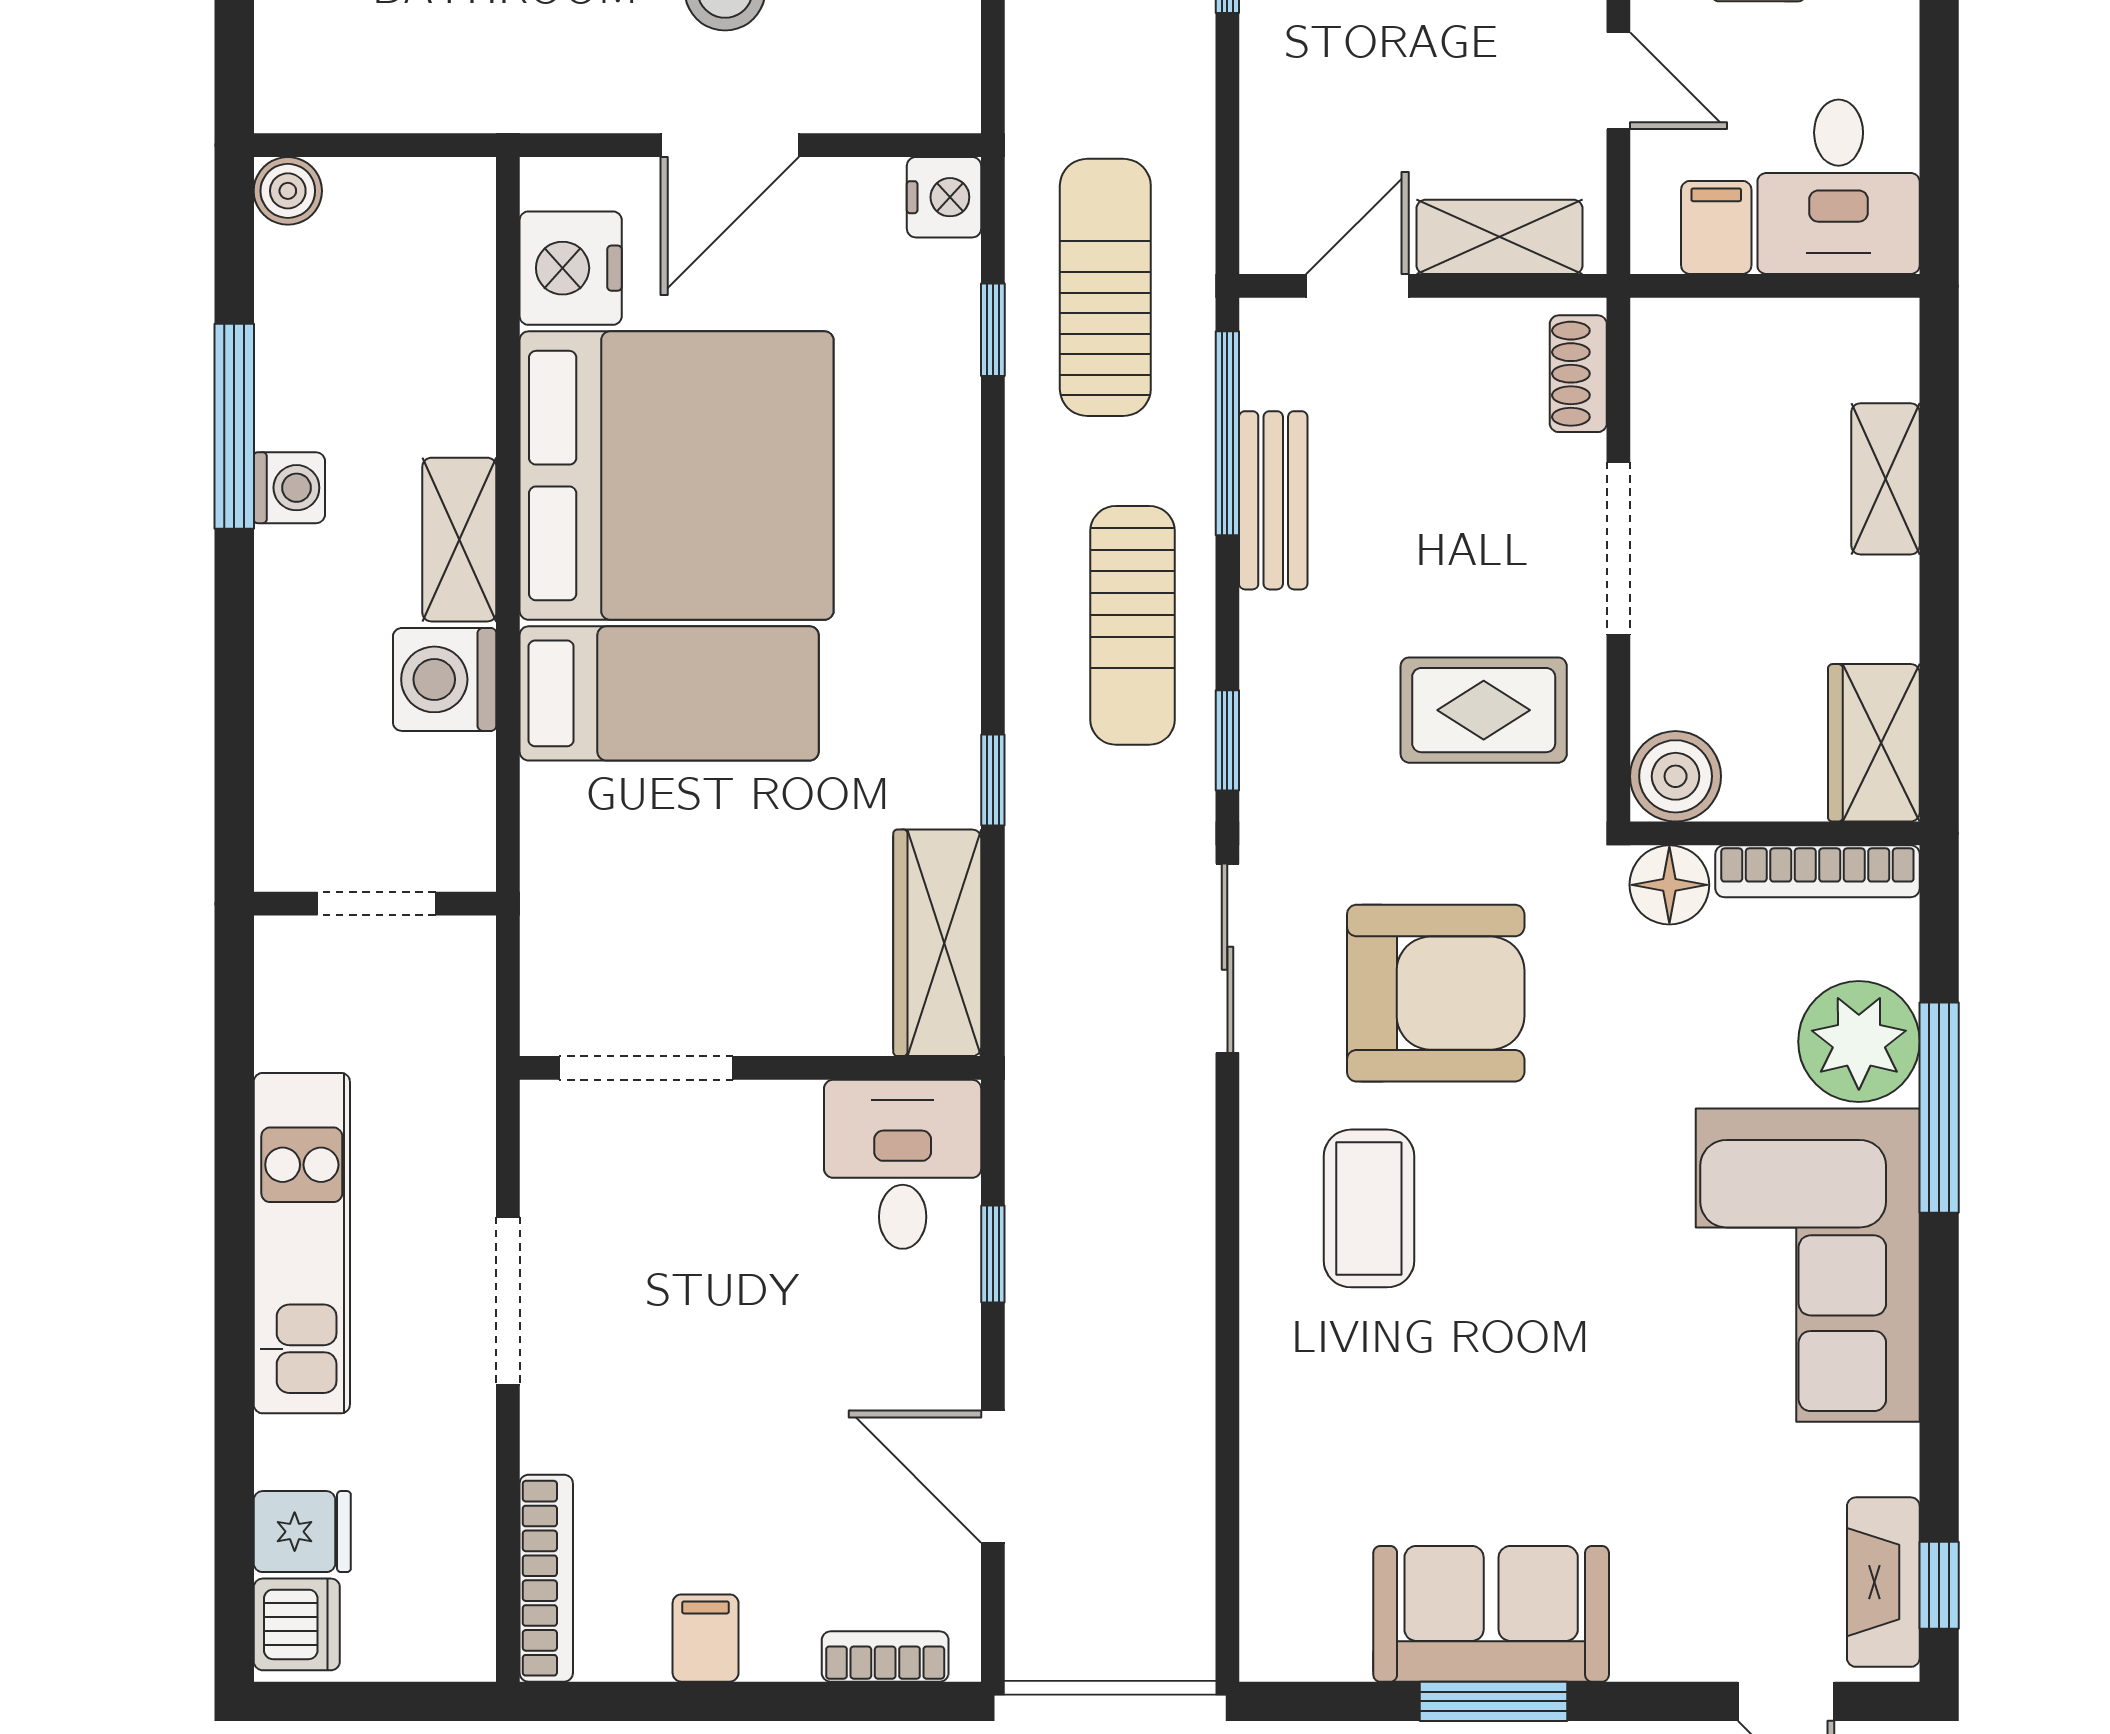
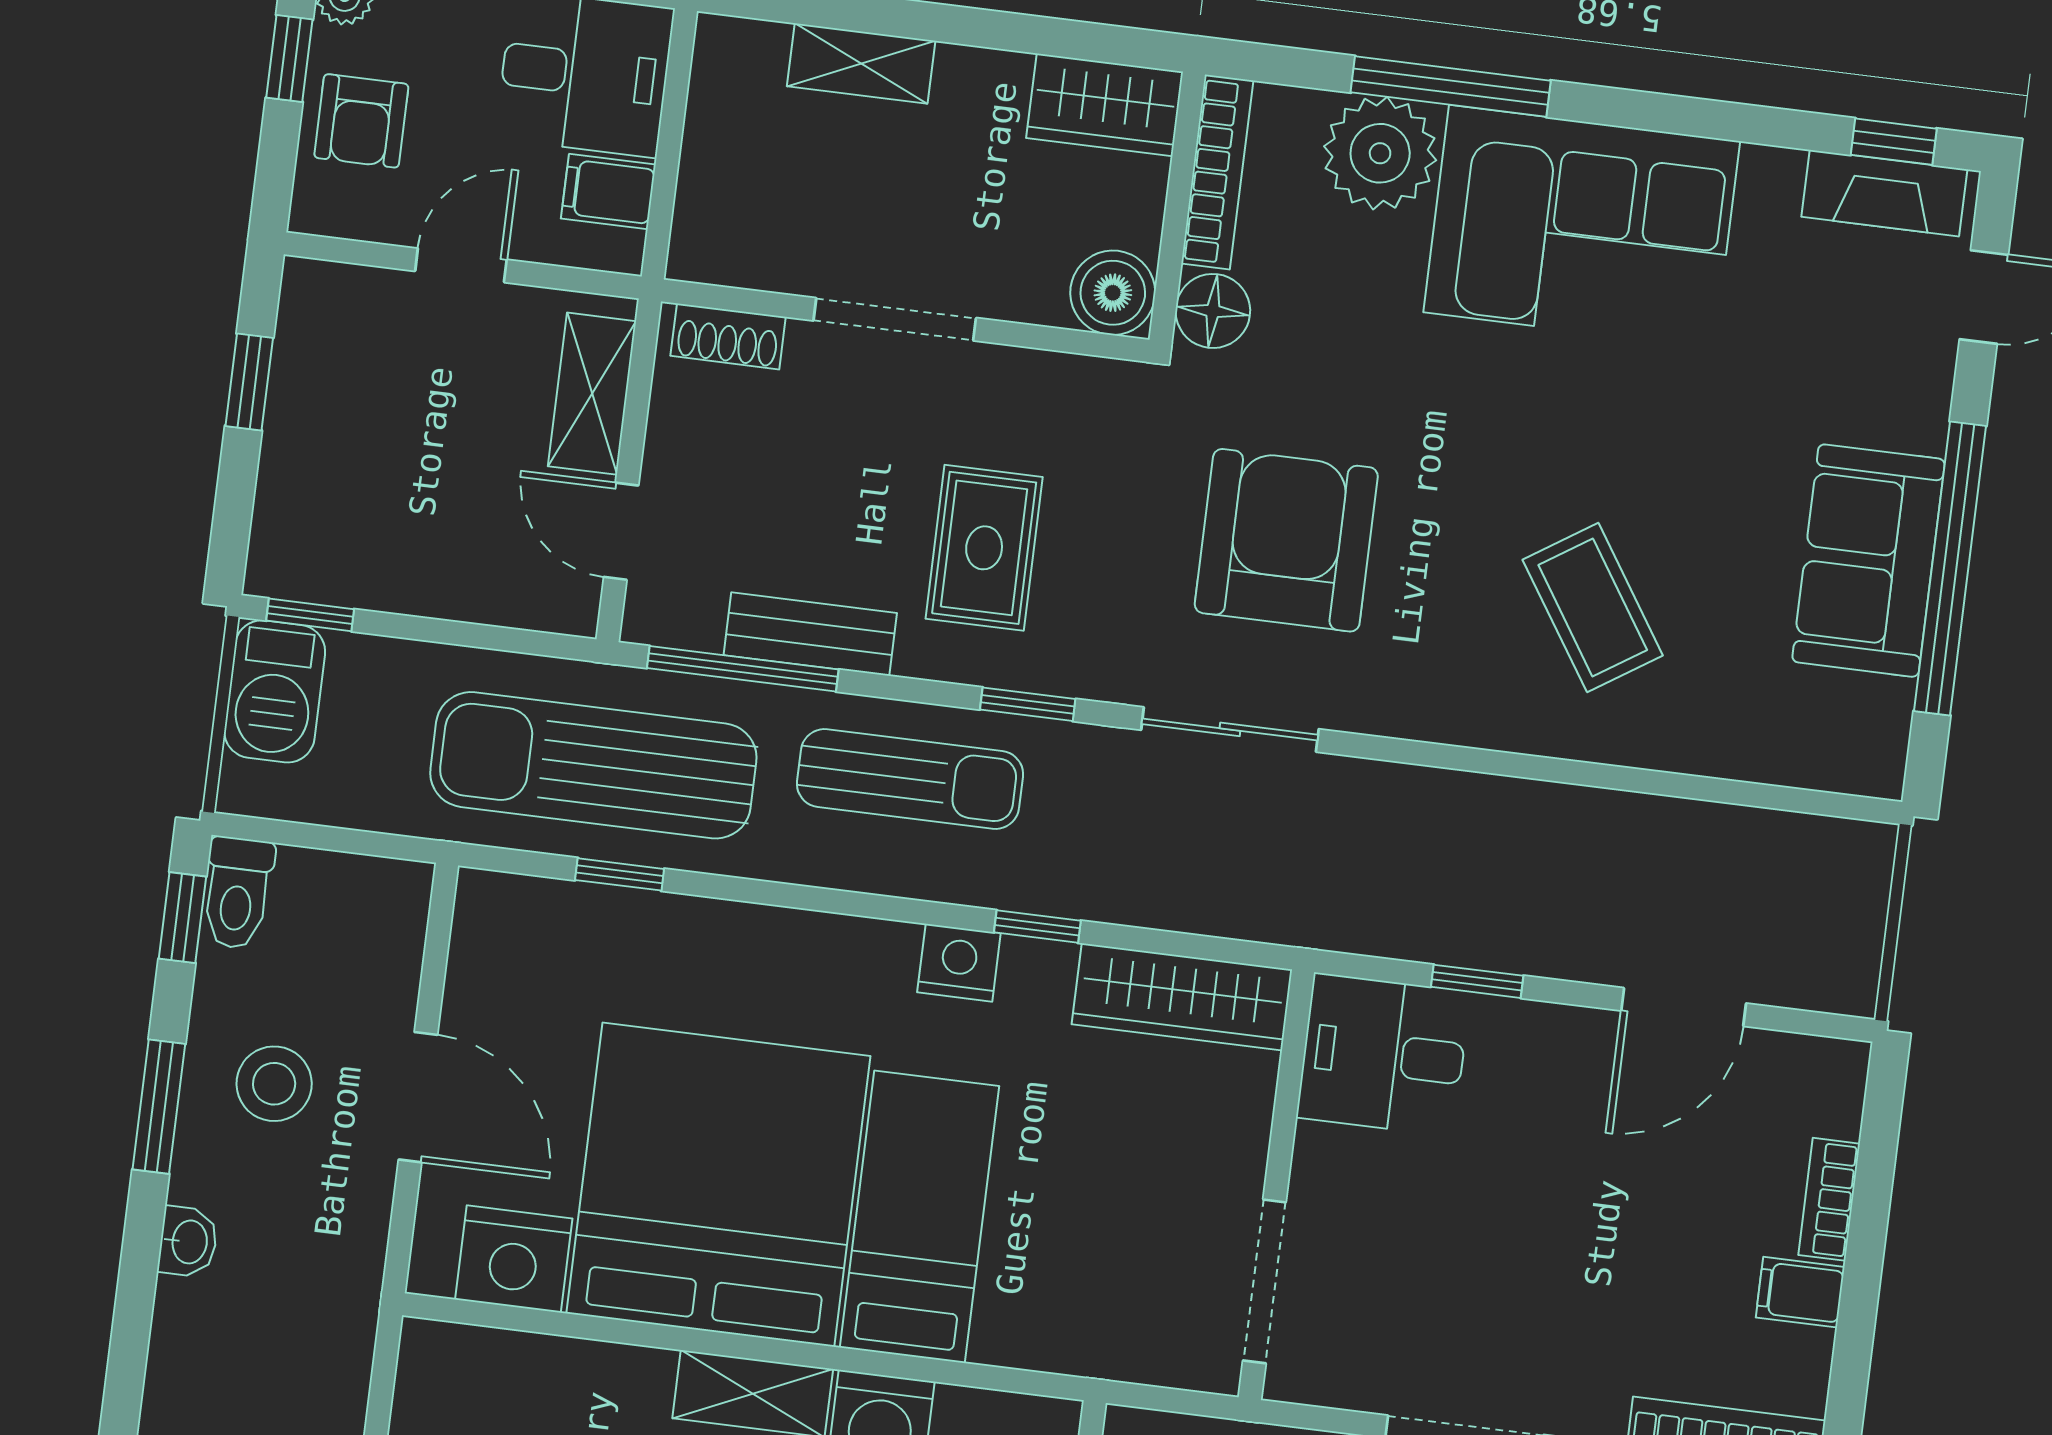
nightstand: (944, 197) -> (959, 963), moved
sun lounger: (1105, 287) -> (593, 765), width x1.36, depth x1.34
rug: (1484, 710) -> (984, 548), moved
coffee table: (1369, 1208) -> (1593, 608), moved, turned 57
bookcase: (885, 1657) -> (1829, 1199), moved
window: (1493, 1701) -> (1950, 569), width x2.11

